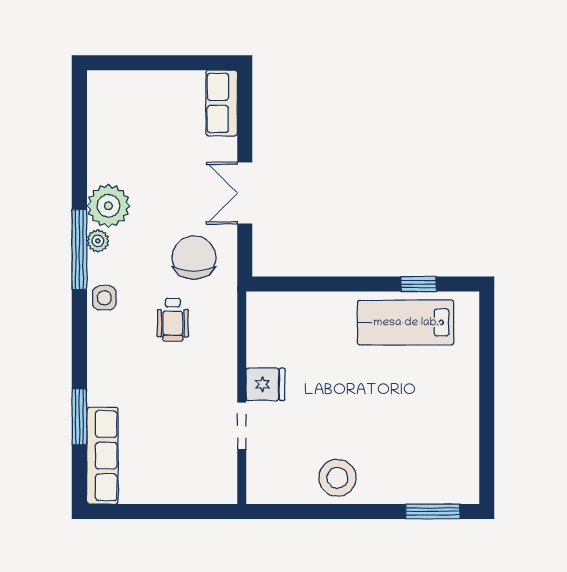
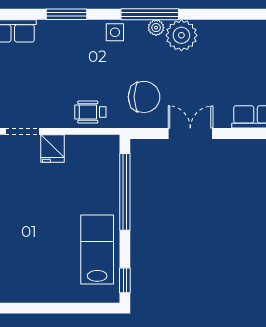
window: (326, 284) -> (125, 192), added
window: (419, 284) -> (125, 280), moved
wheelchair: (173, 320) -> (90, 112), moved
window: (79, 417) -> (67, 14), moved

